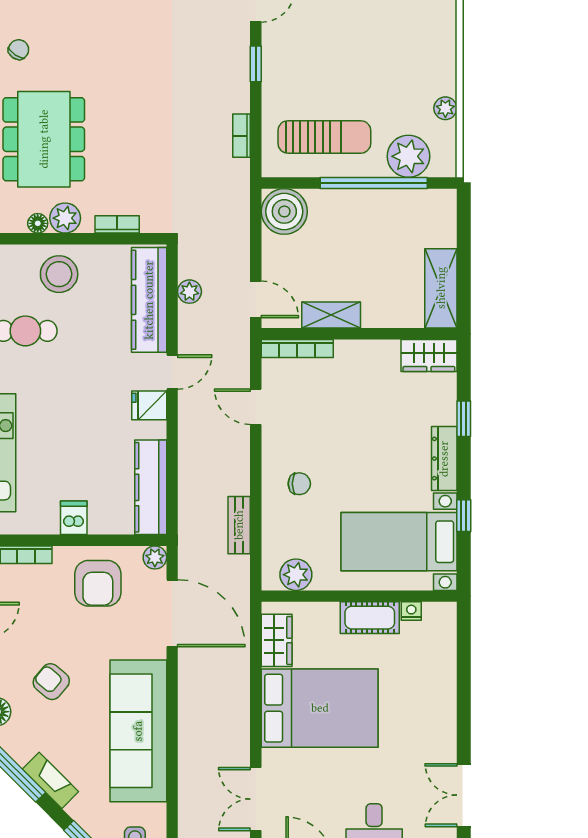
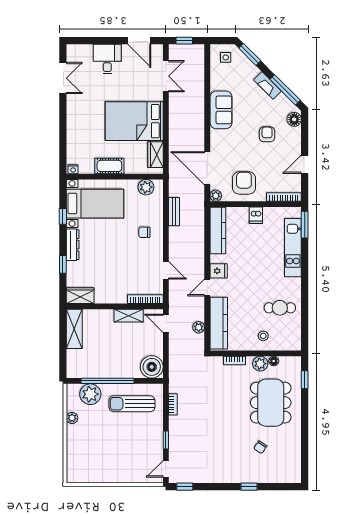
chair: (19, 50) -> (260, 447), moved
stool: (59, 274) -> (263, 336), width x0.53, depth x0.53
nightstand: (411, 611) -> (73, 169), moved
armchair: (51, 682) -> (267, 134), turned -130
sofa: (138, 731) -> (221, 110), width x0.54, depth x0.79

